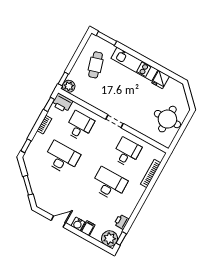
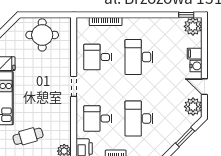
plant: (48, 204) -> (193, 107), added
printer: (122, 222) -> (169, 24), removed

